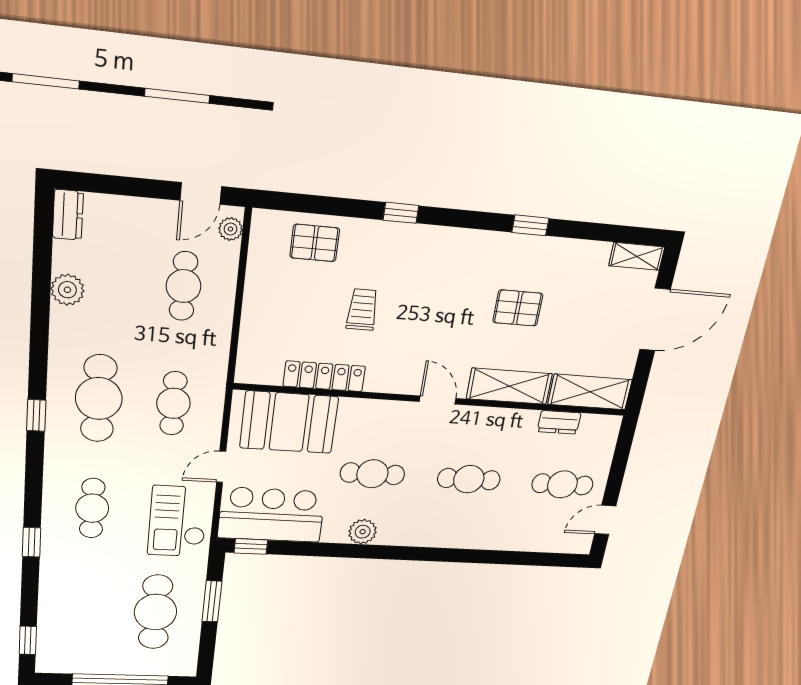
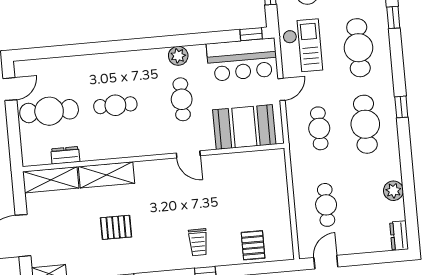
plant: (230, 229) -> (305, 244), removed
pallet: (315, 243) -> (253, 245), turned 90
trolley: (362, 310) -> (198, 242), moved
locker: (324, 376) -> (228, 162), removed
door: (438, 400) -> (188, 154), moved
cafe table: (372, 474) -> (182, 99), turned 90
cafe table: (562, 484) -> (49, 111), width x1.37, depth x1.35
cafe table: (92, 508) -> (358, 48), width x1.37, depth x1.35

